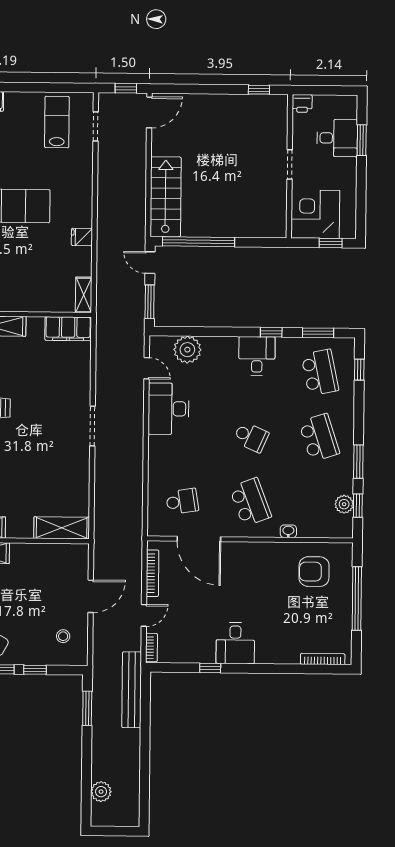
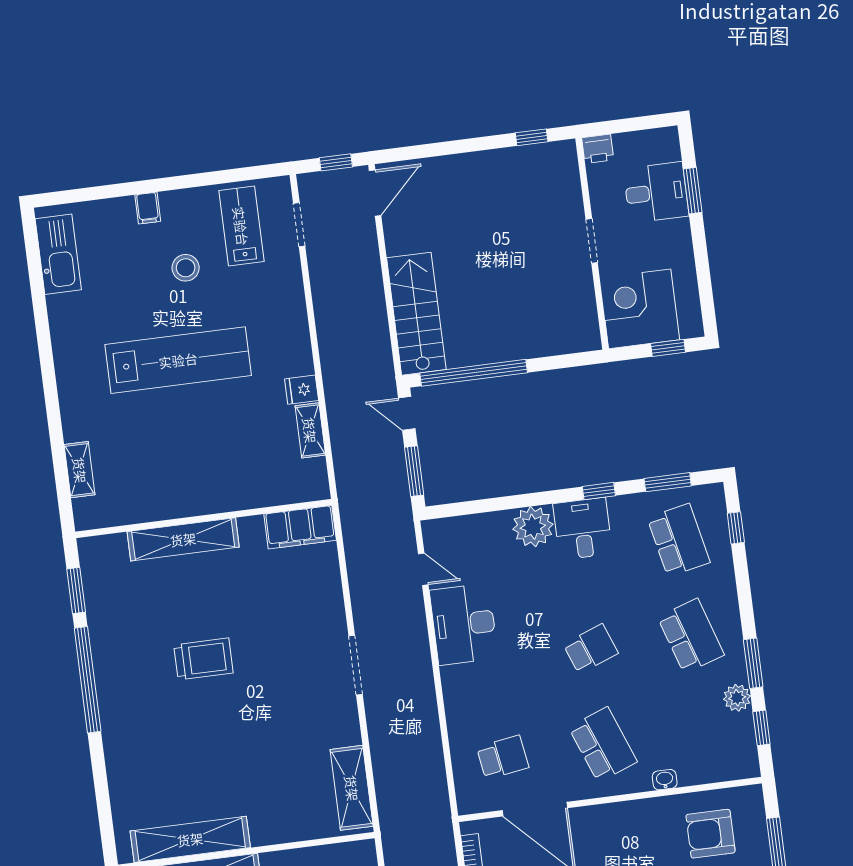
stool: (16, 145) -> (186, 268), added
shelving: (84, 295) -> (310, 430), moved
plant: (187, 350) -> (533, 527), moved
school desk: (251, 437) -> (591, 649), turned -45
plant: (344, 504) -> (737, 698), moved
shelving: (62, 528) -> (352, 788), moved, turned 90

